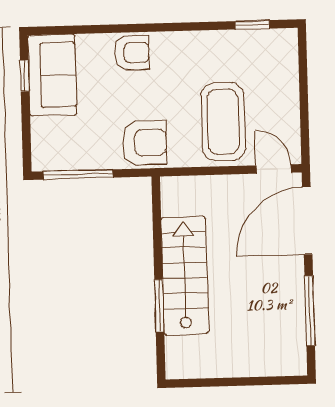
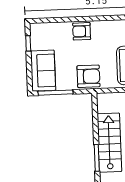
armchair: (132, 53) -> (82, 31), turned 180
sofa: (52, 75) -> (43, 71), moved

